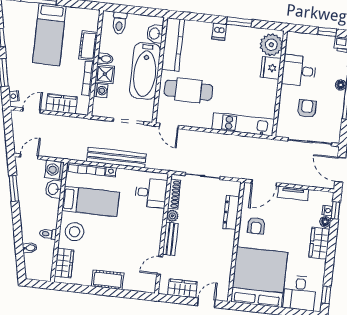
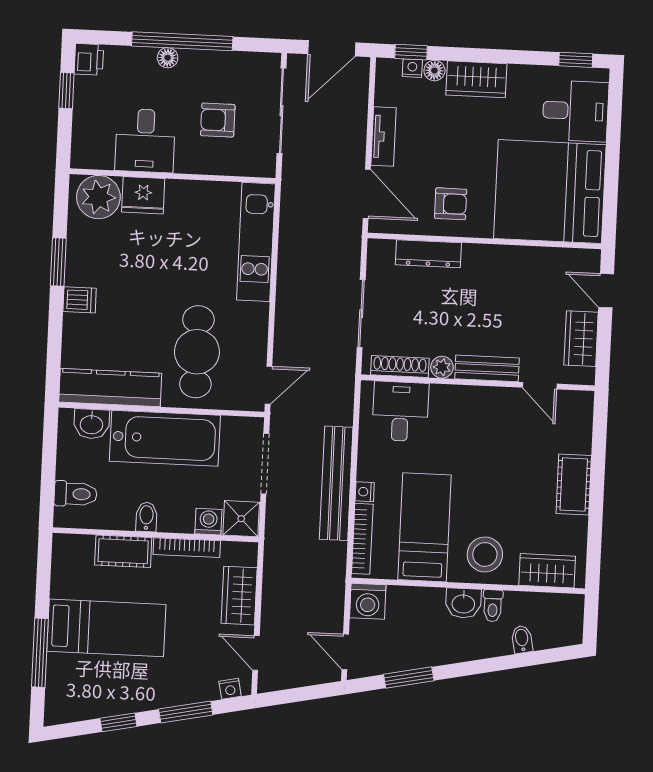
shower: (105, 74) -> (241, 519), moved
washbasin: (54, 189) -> (463, 603), moved

